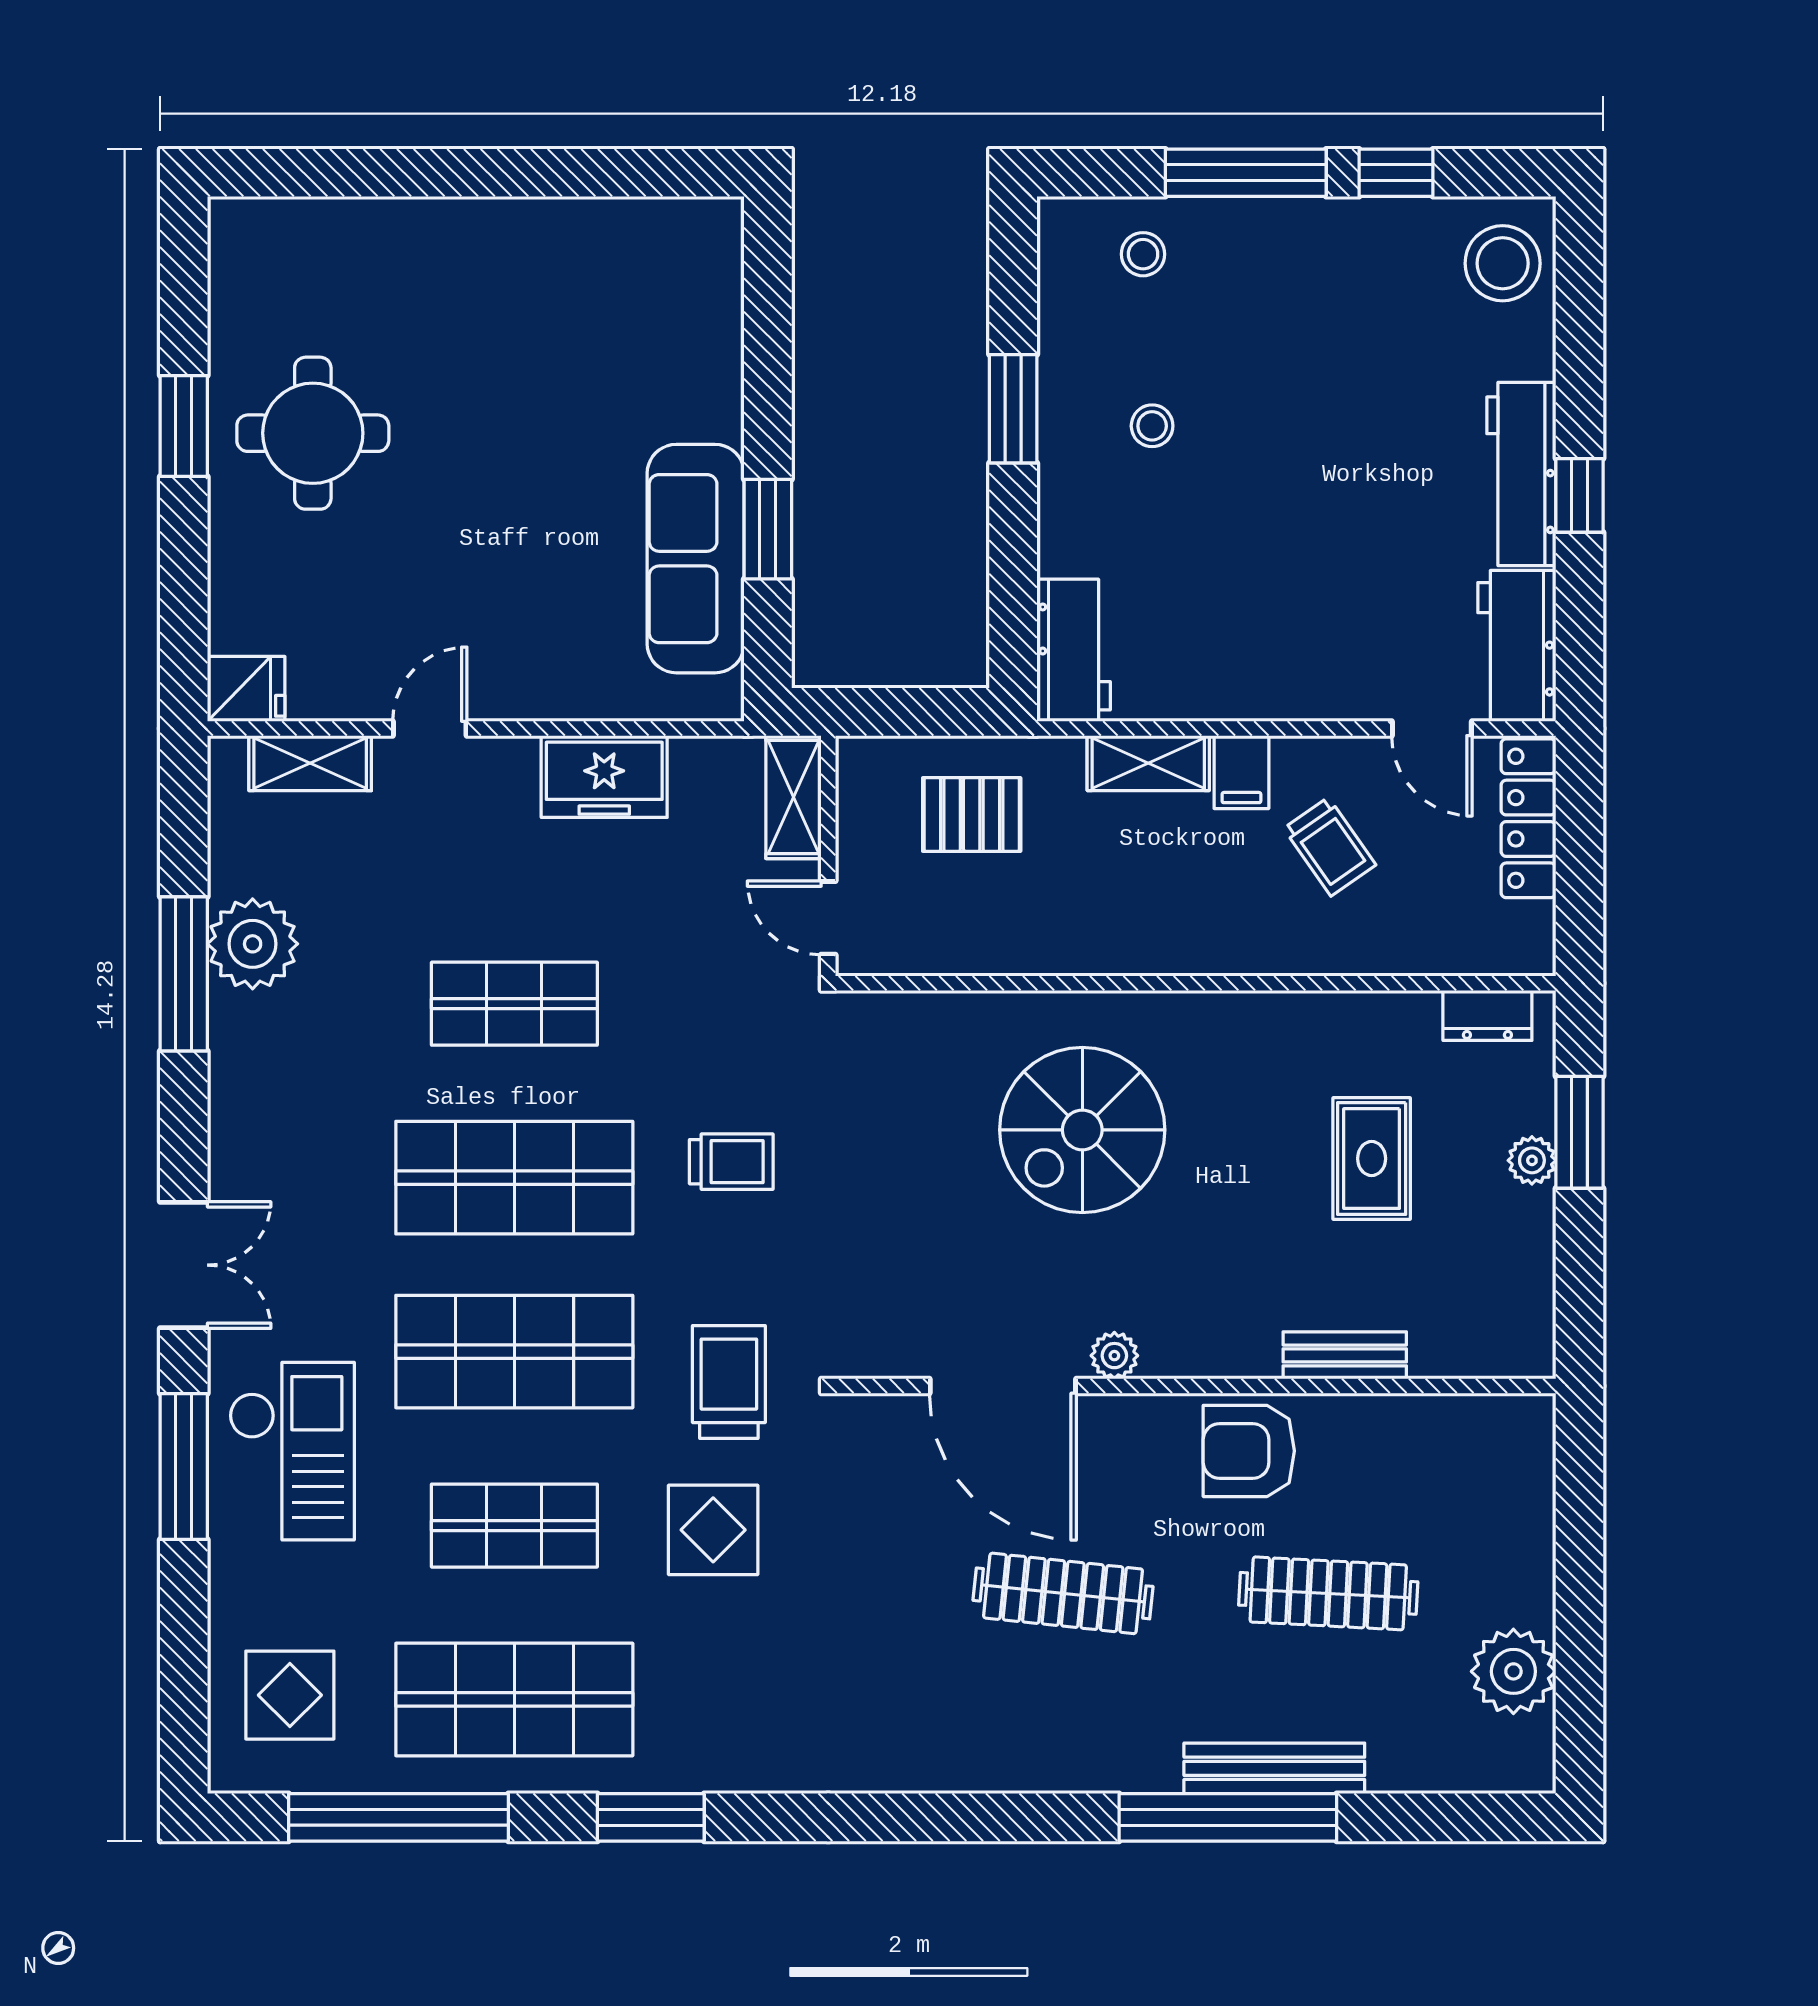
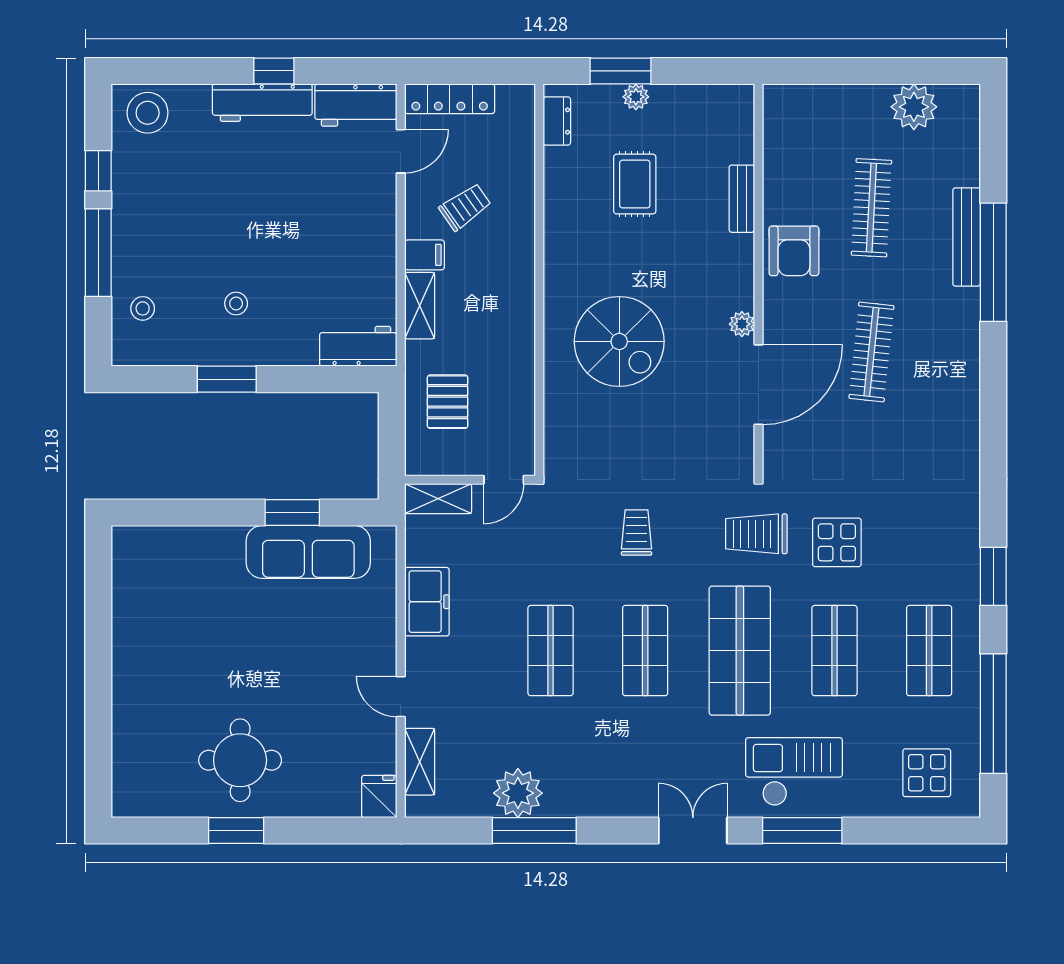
rug: (1372, 1159) -> (635, 184), turned 90
shop shelf: (514, 1178) -> (645, 651), width x0.70, depth x0.74
shop shelf: (514, 1699) -> (929, 651), width x0.70, depth x0.74

